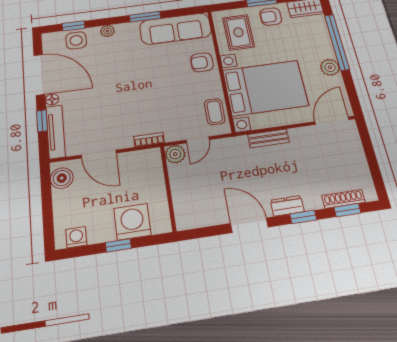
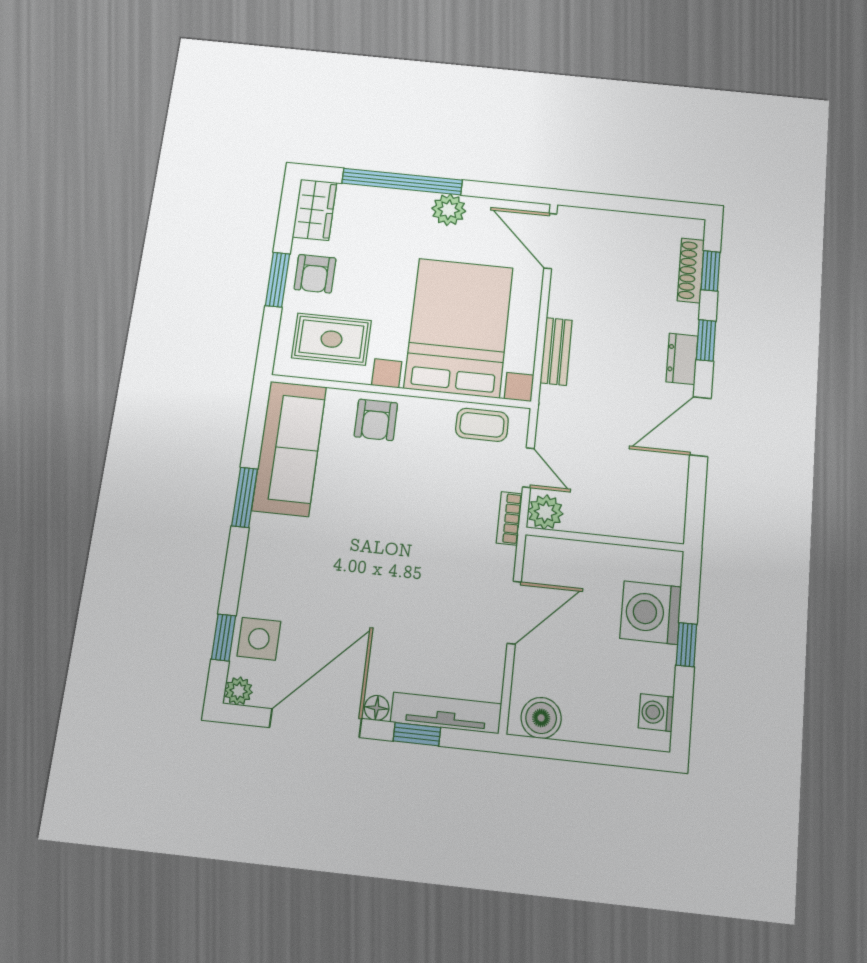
plant: (107, 31) -> (239, 691), moved
bookcase: (149, 140) -> (509, 518), moved
door: (99, 154) -> (514, 613), moved

